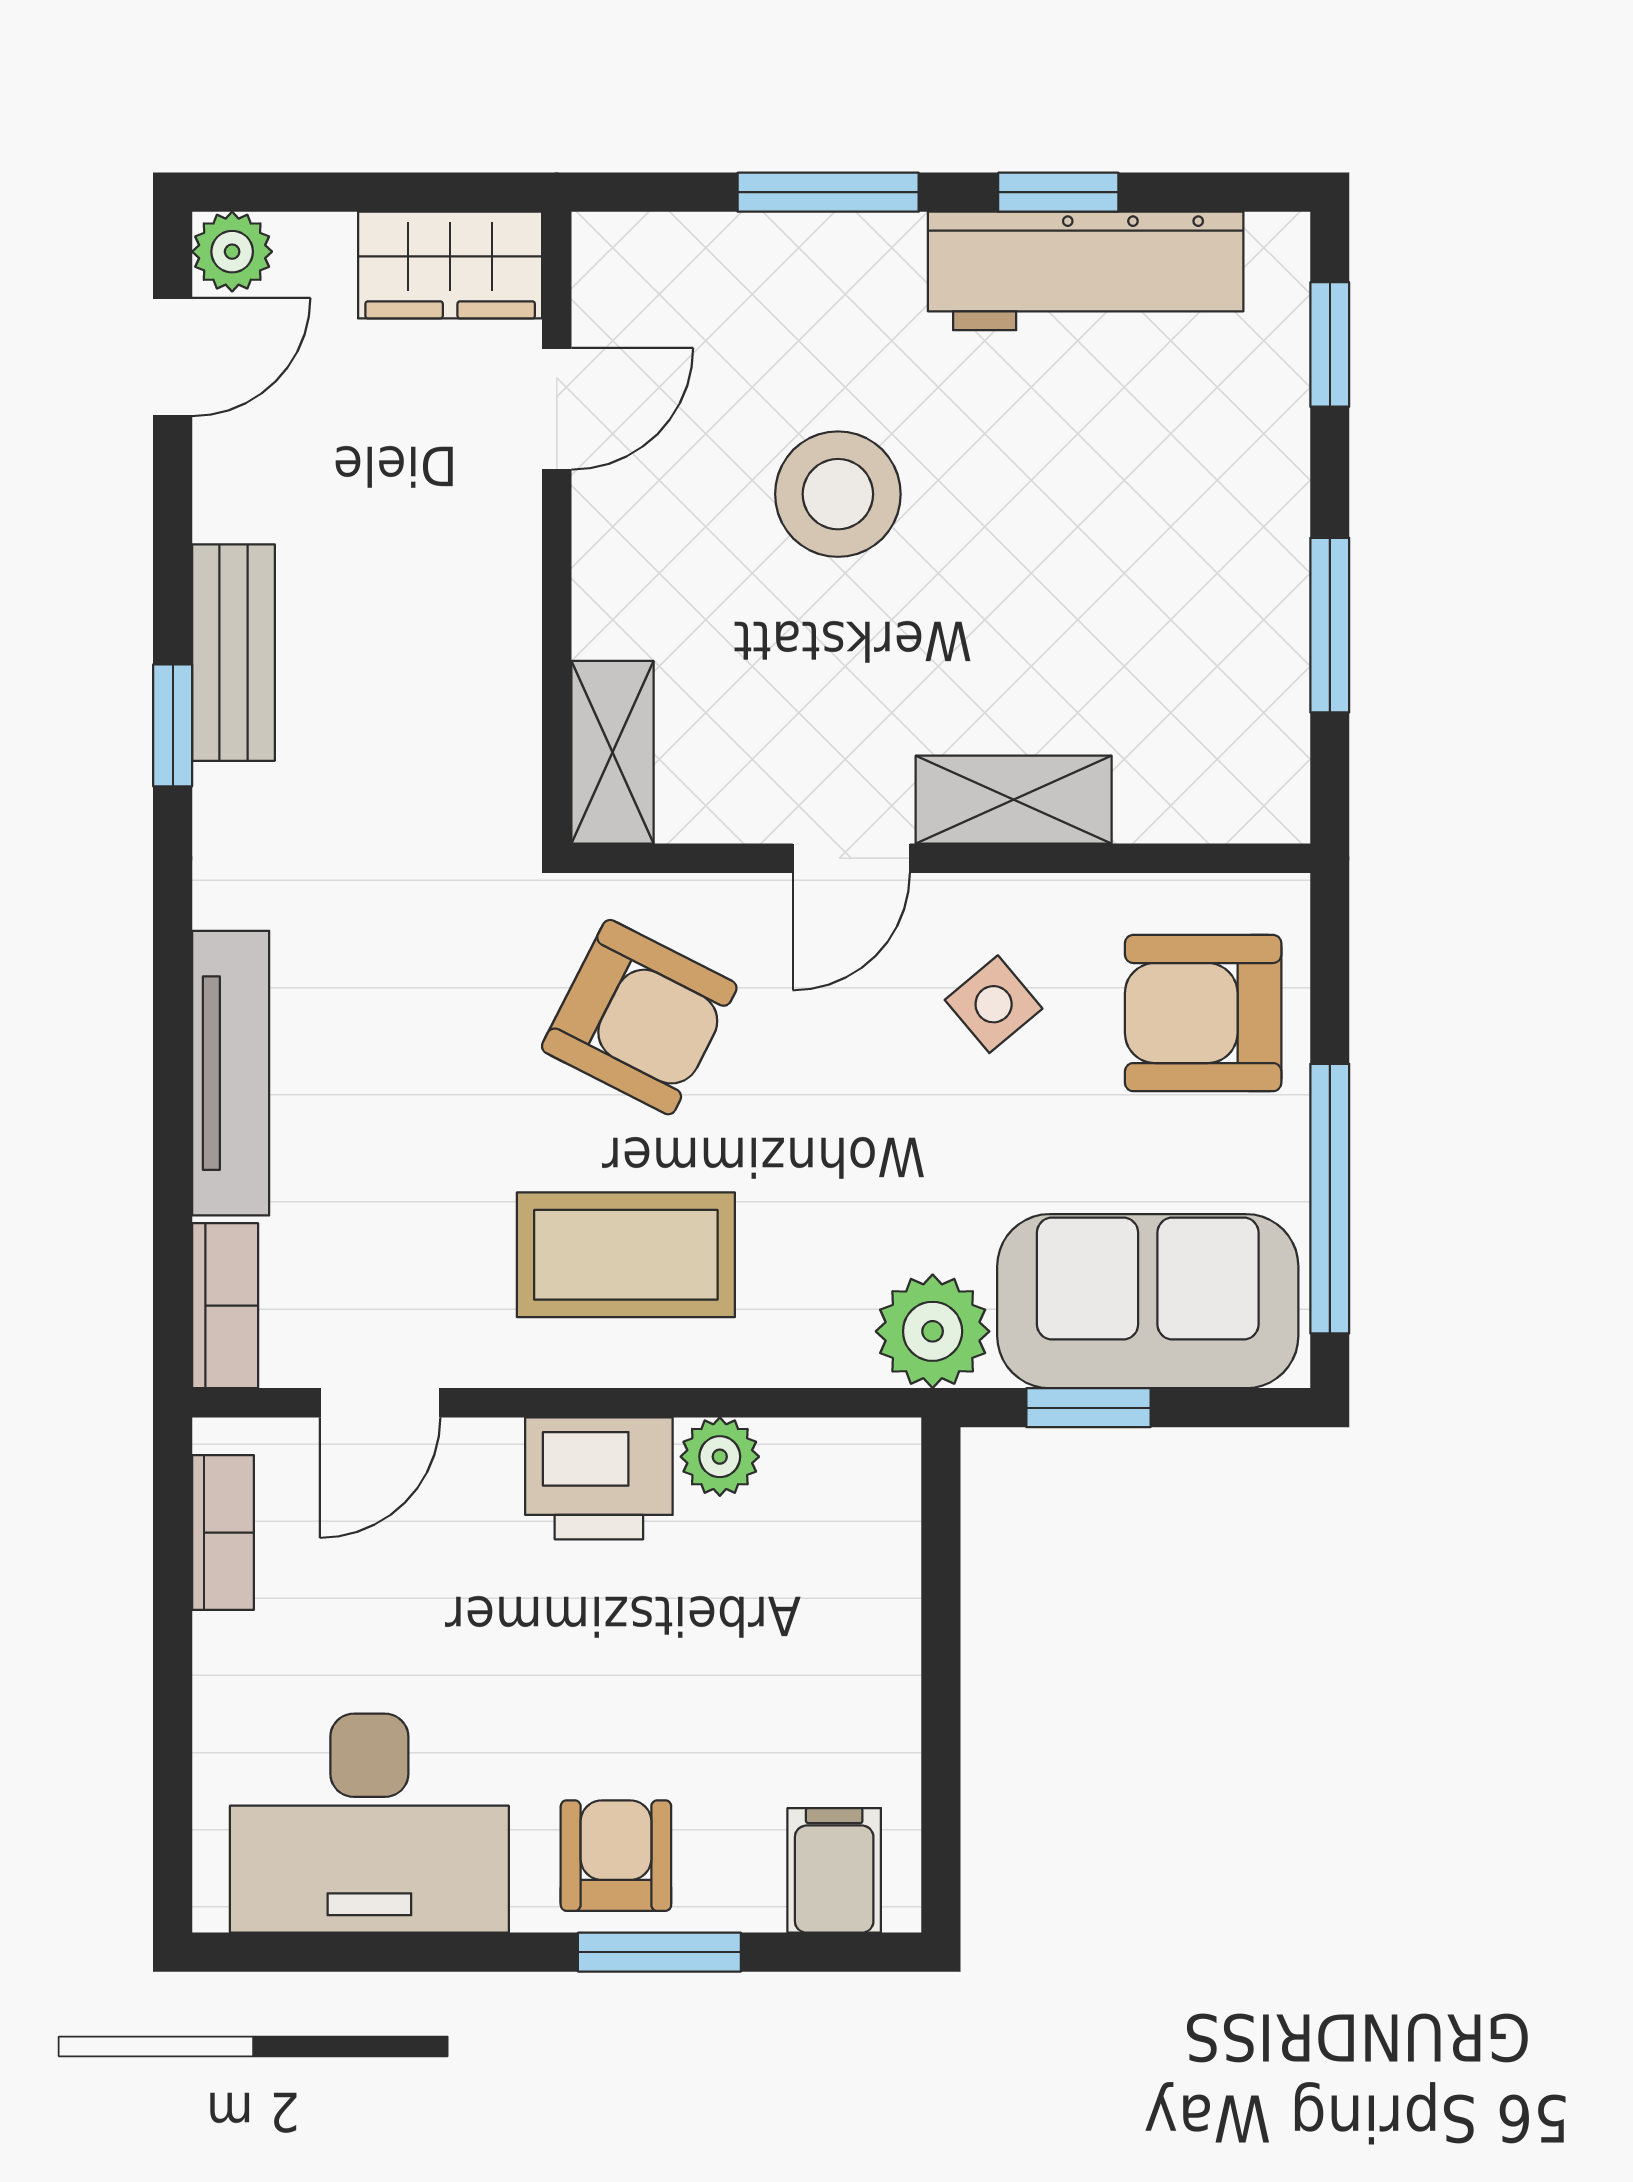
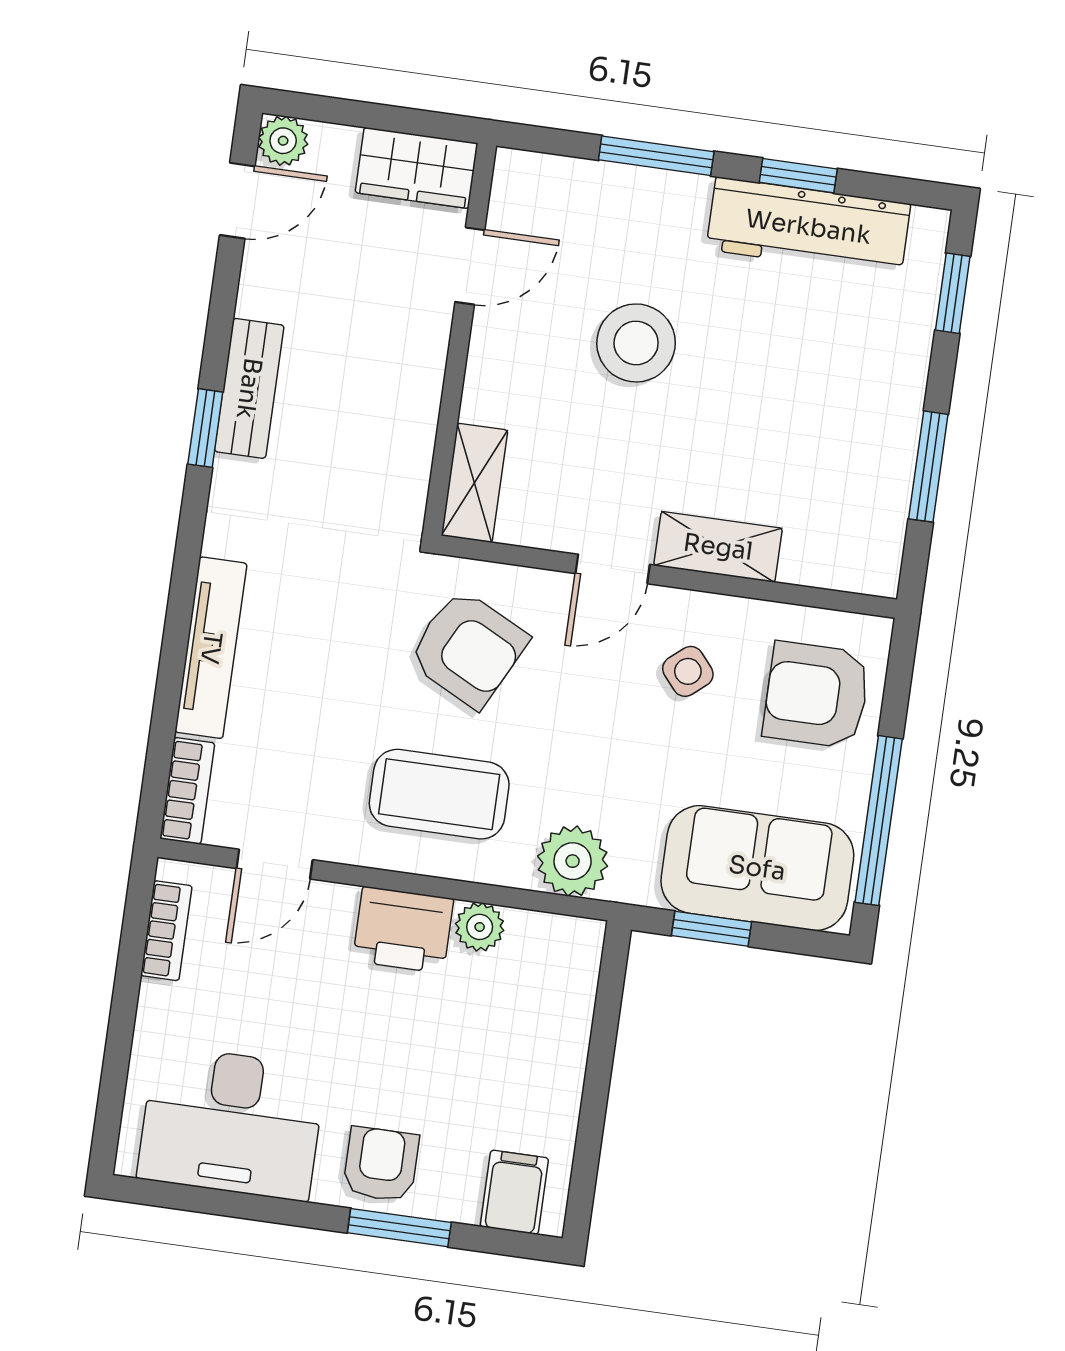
plant: (933, 1331) -> (573, 861), moved

